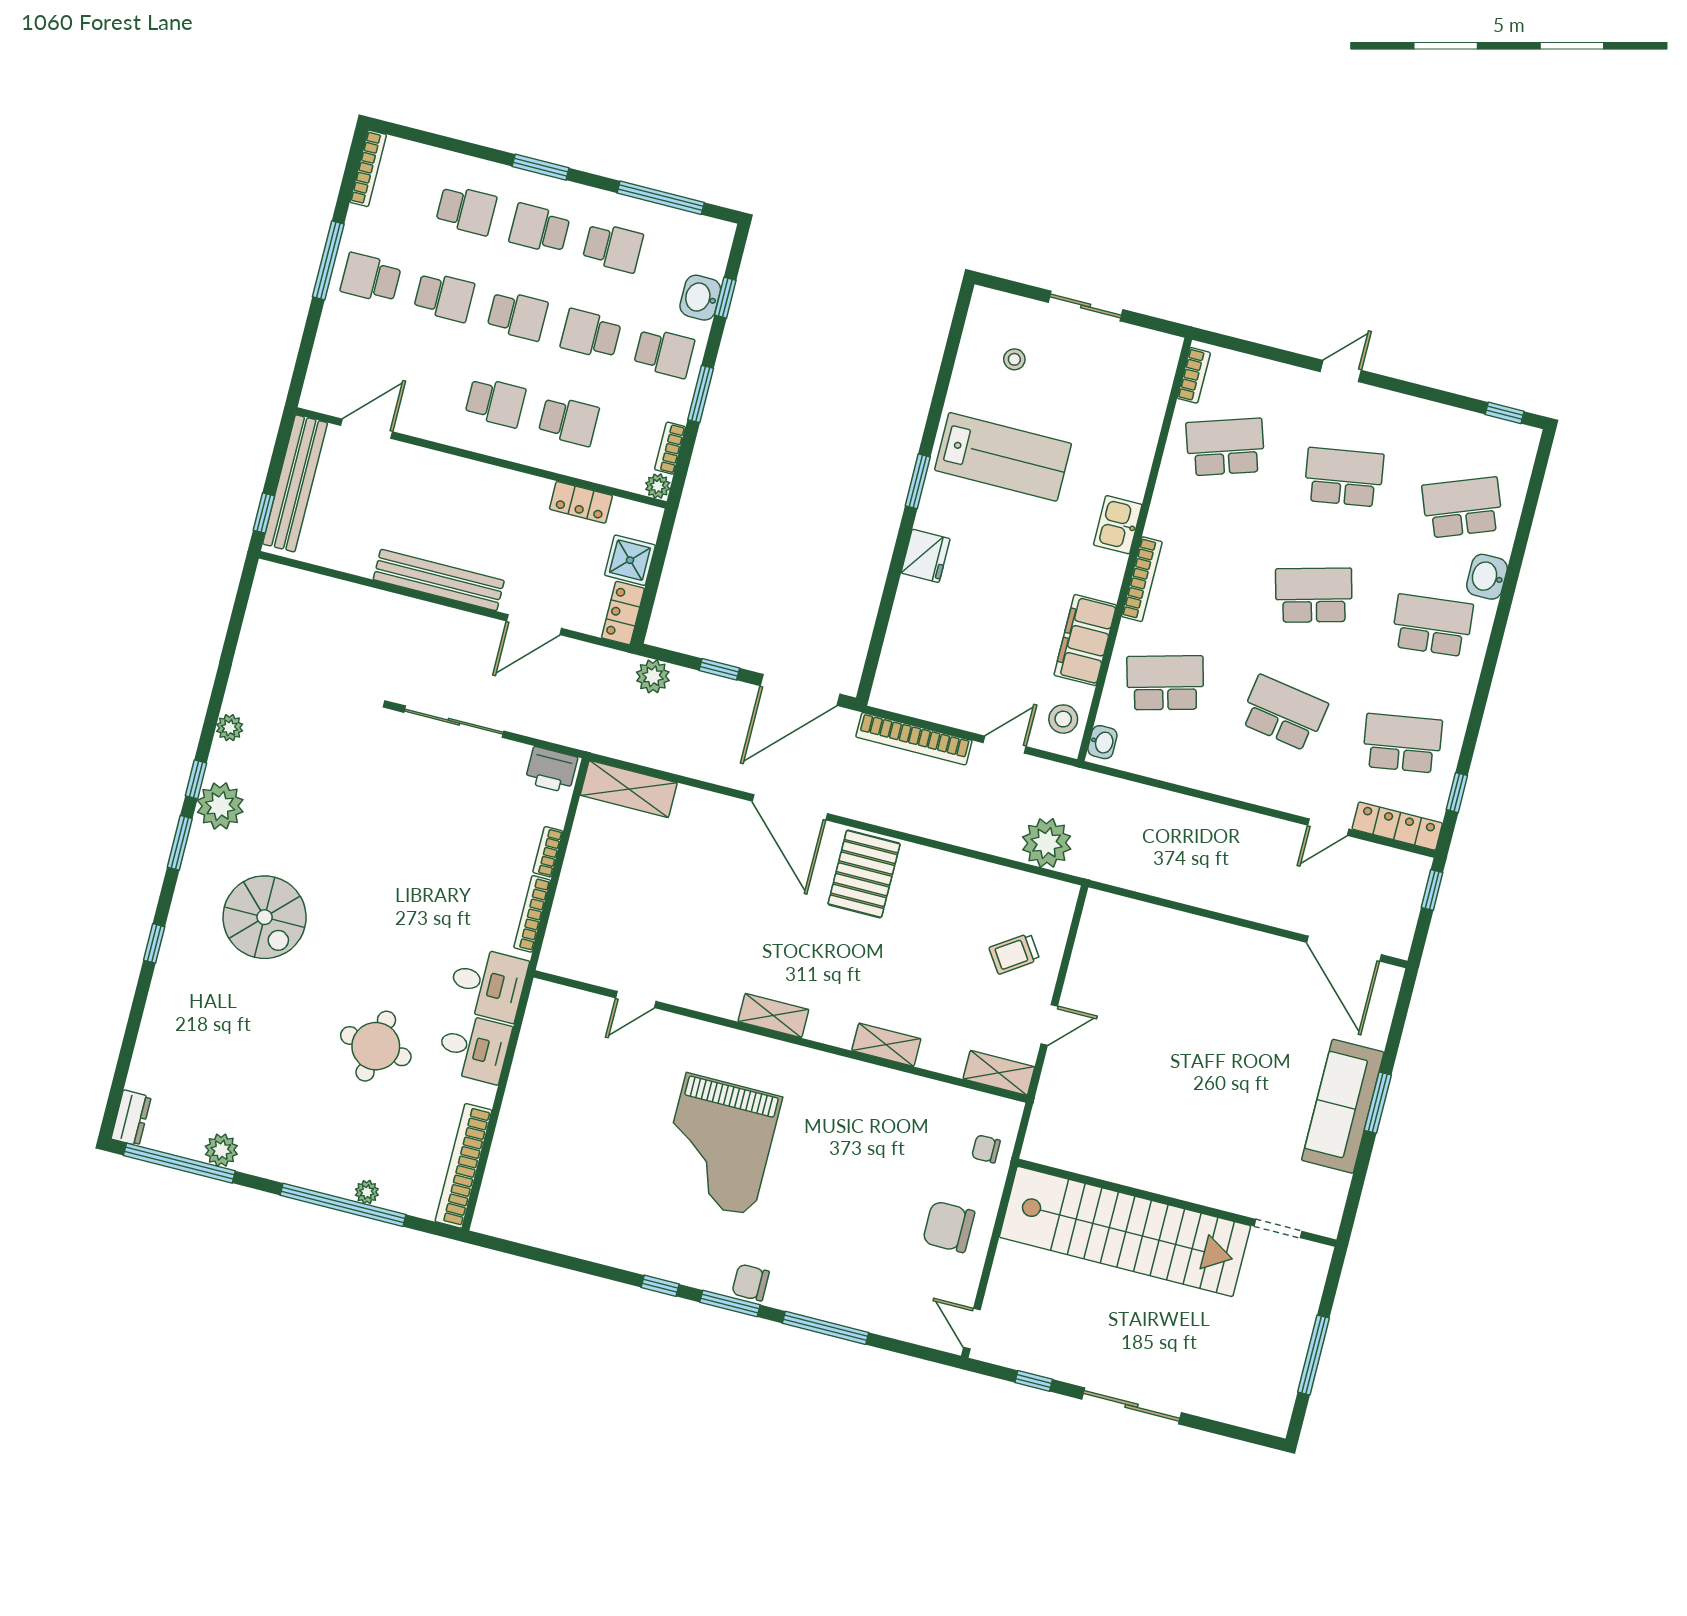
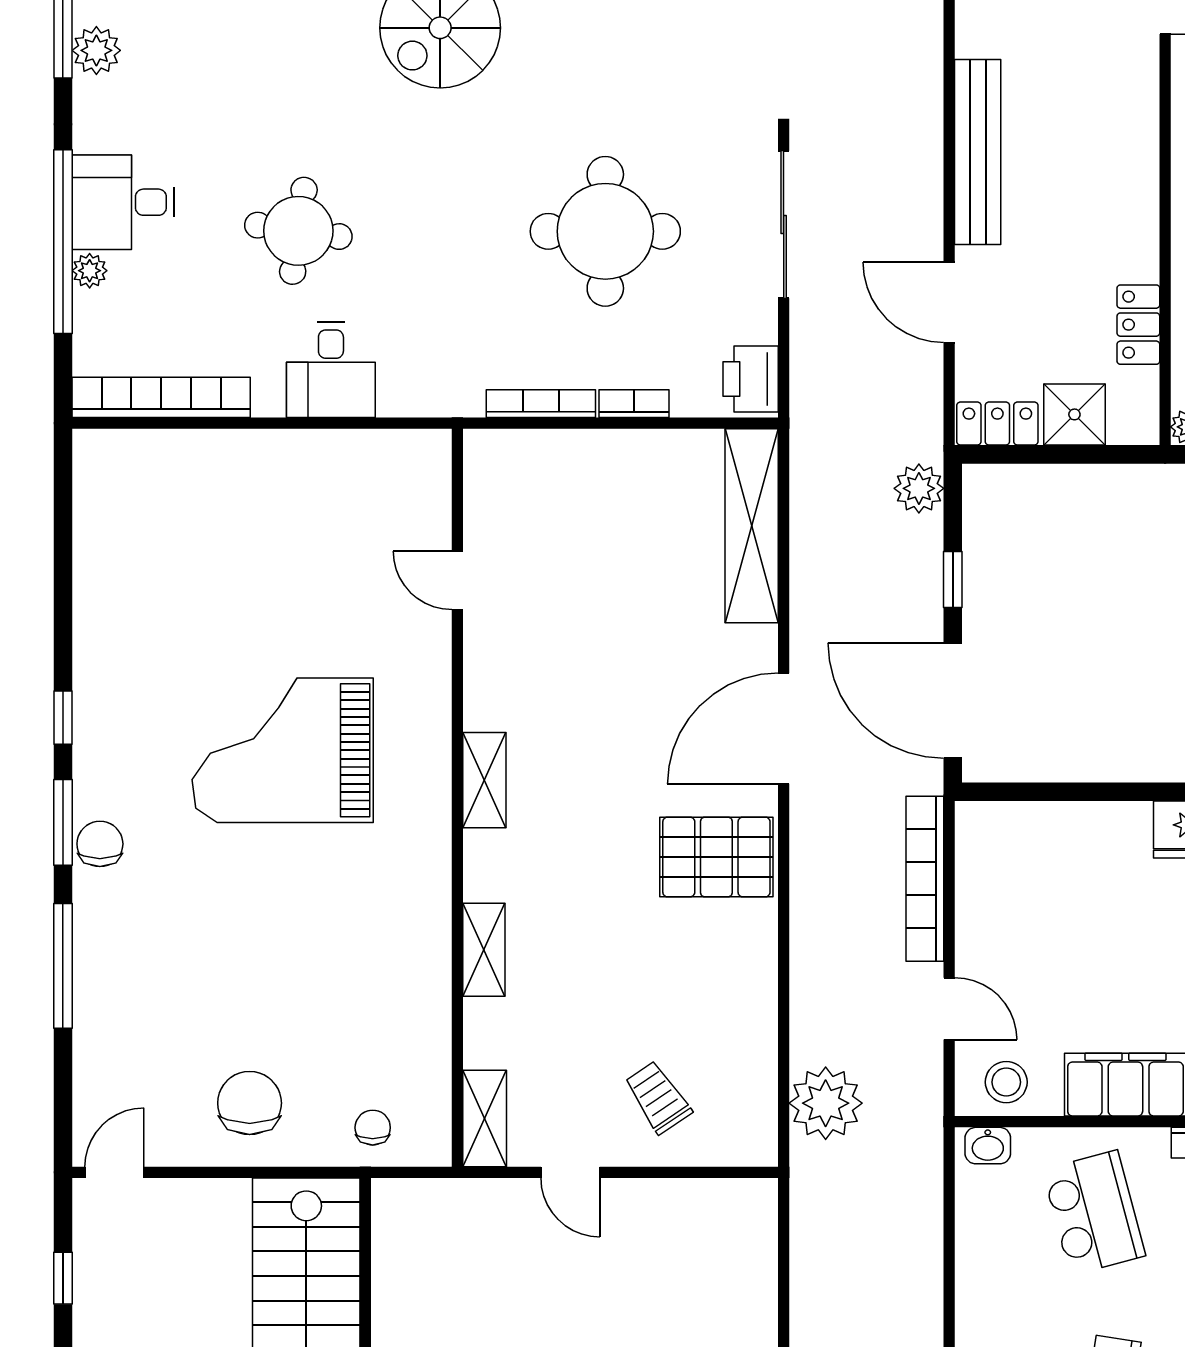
shelving: (629, 789) -> (752, 526), width x1.47
round table: (428, 842) -> (605, 231), added
desk: (488, 984) -> (123, 202), moved, turned 90

